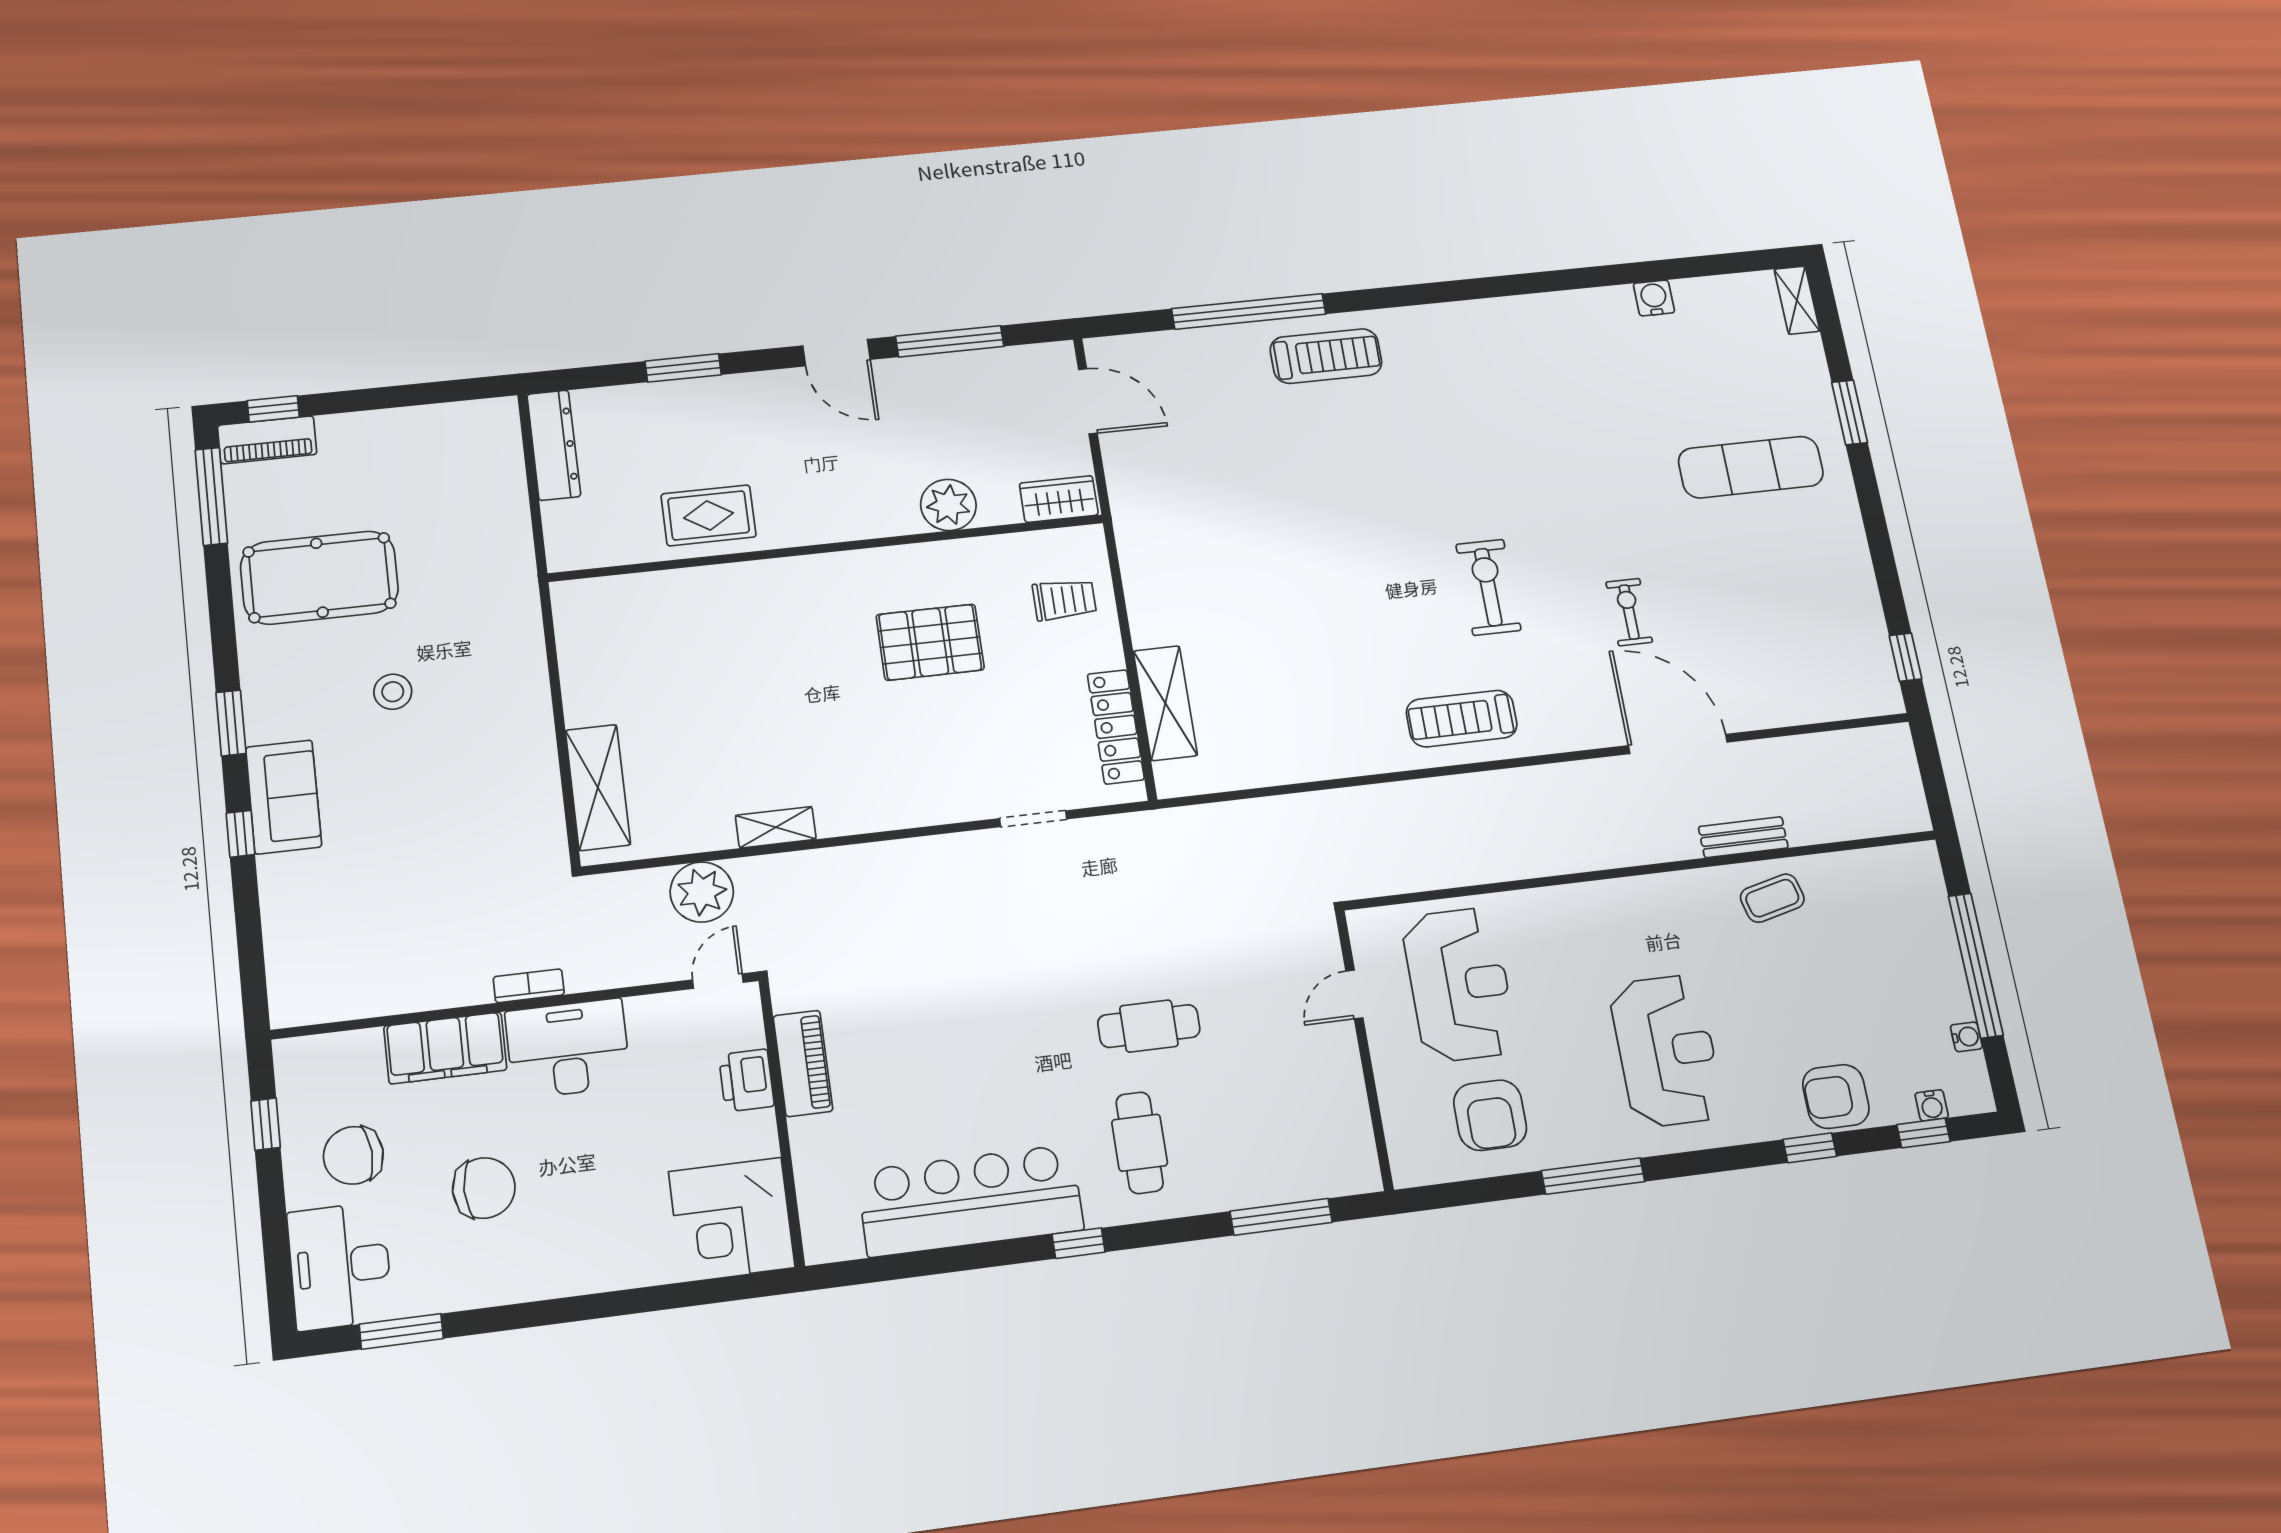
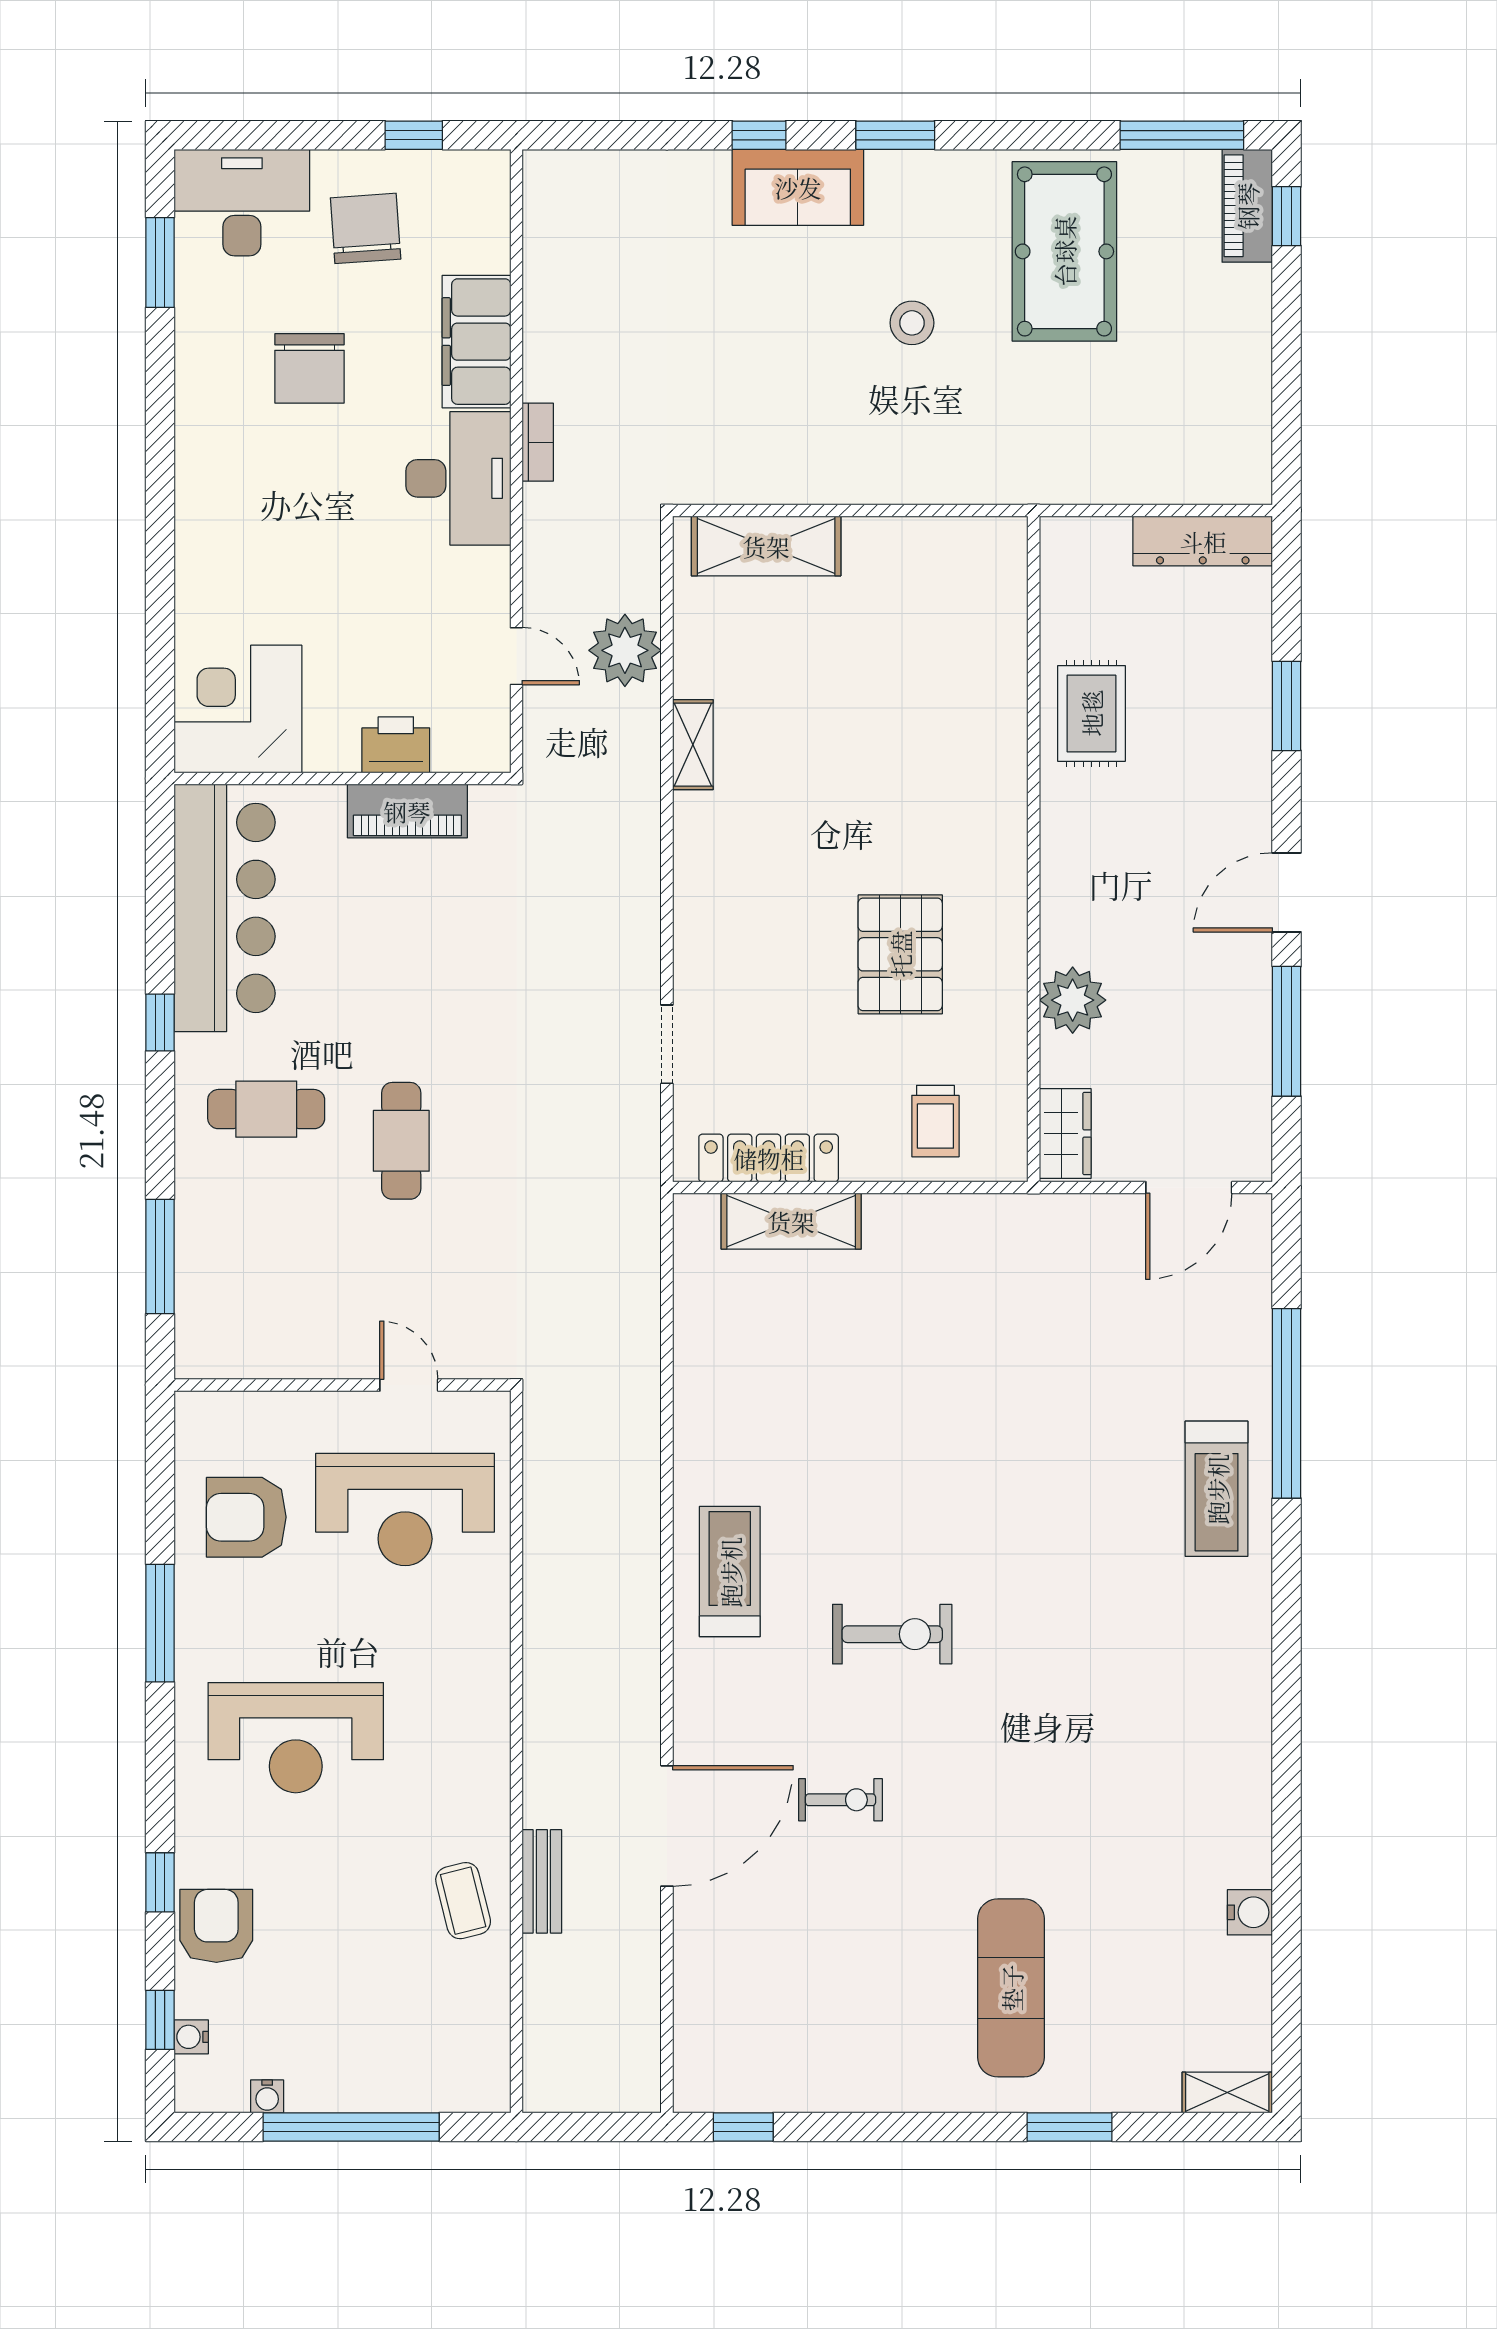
piano: (803, 1063) -> (407, 811), moved
printer: (746, 1080) -> (396, 745), moved
wall: (782, 1122) -> (342, 778), moved
corner desk: (732, 1219) -> (238, 709), moved

